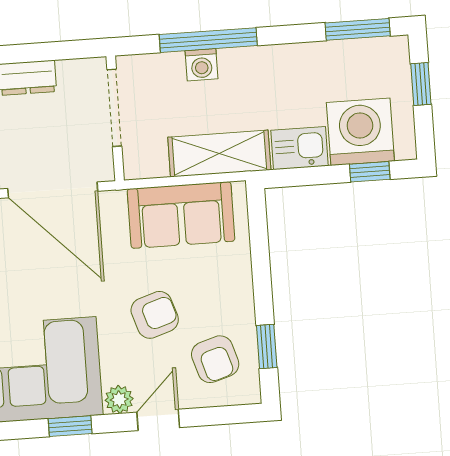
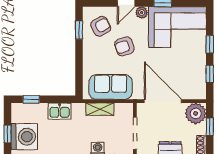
washing machine: (360, 132) -> (24, 137), moved, turned -90
shelving: (219, 154) -> (100, 109), width x0.67, depth x0.75
armchair: (215, 359) -> (101, 26), turned 78

